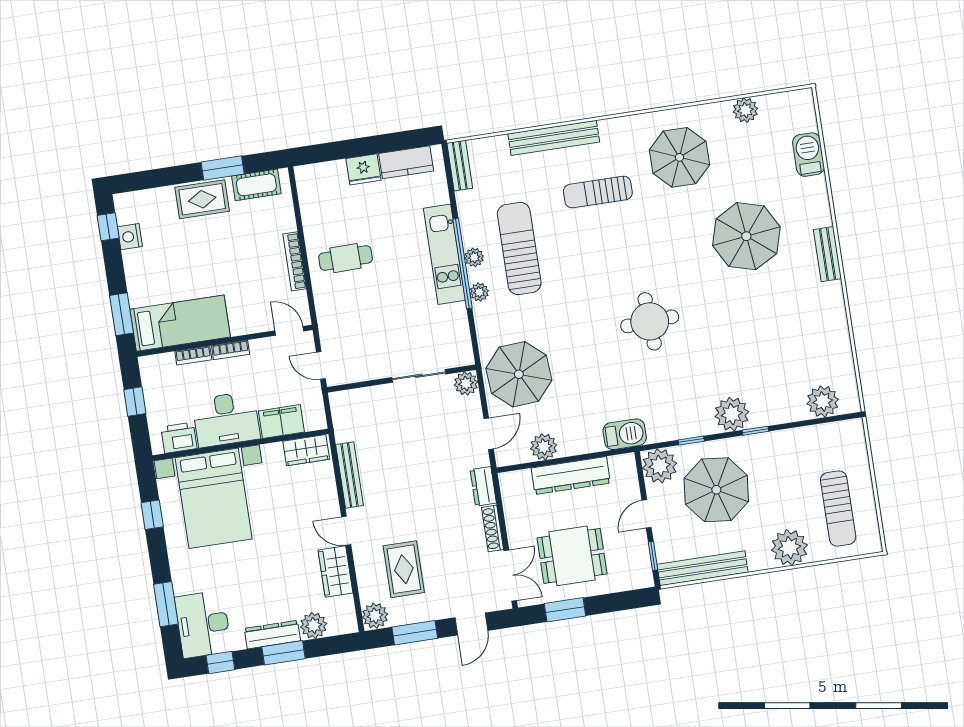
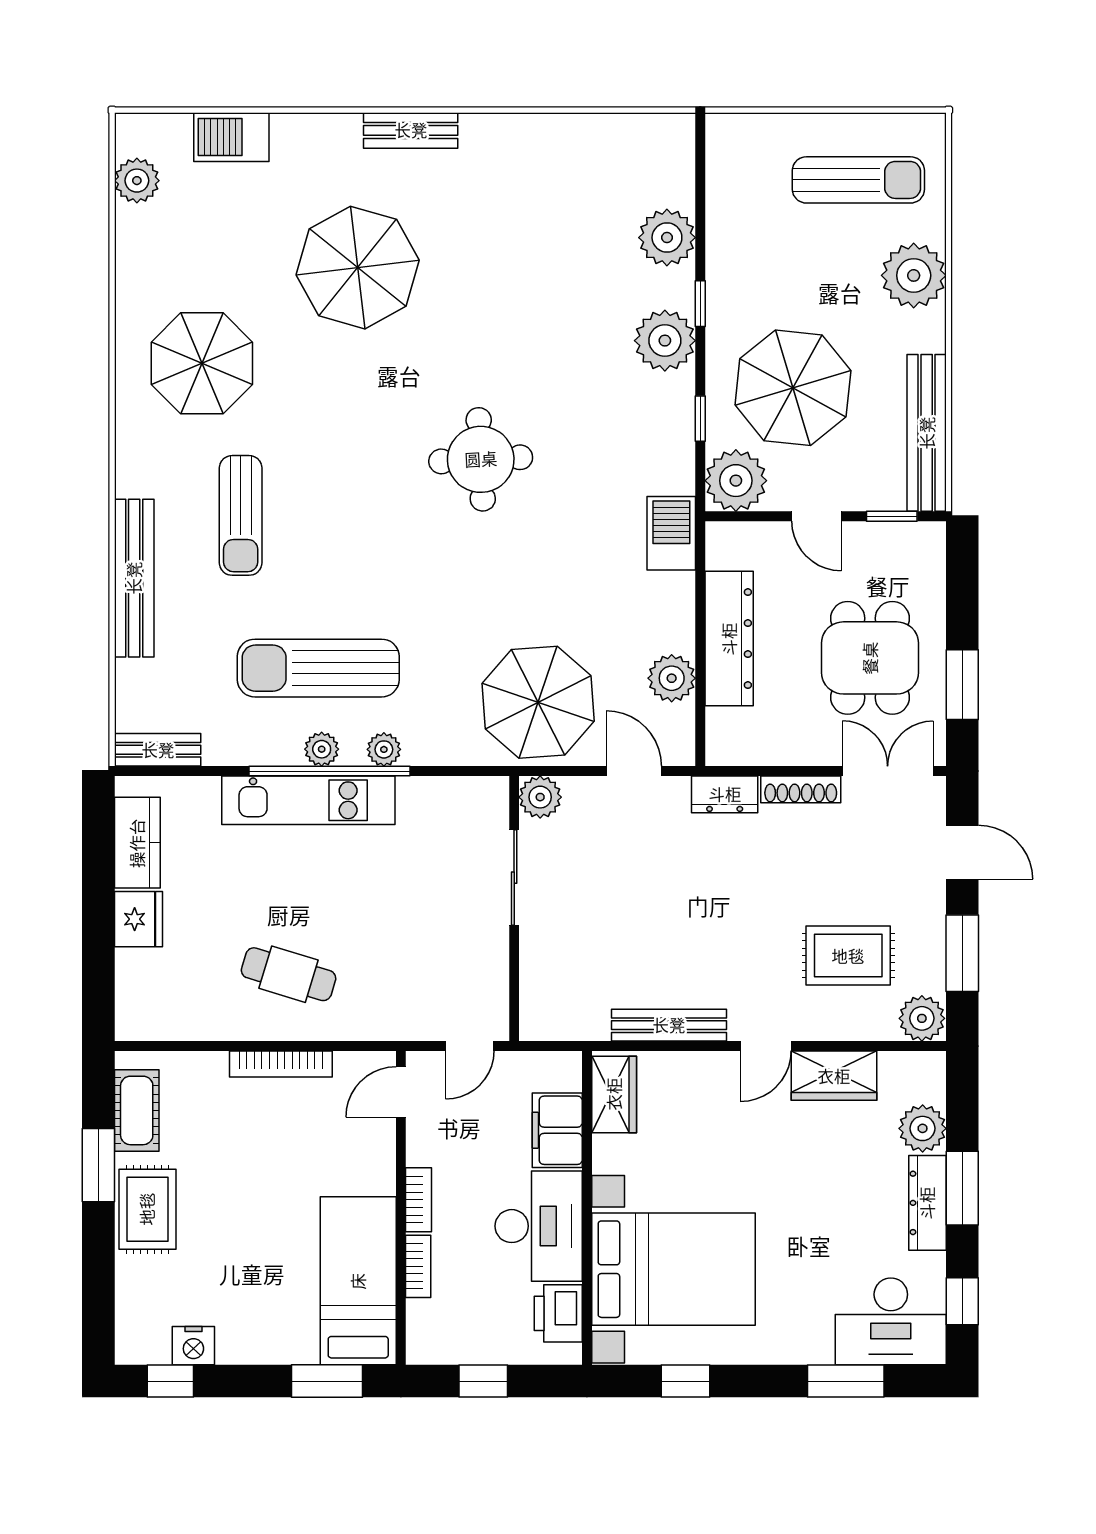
plant: (745, 110) -> (137, 181), moved
cafe table: (346, 258) -> (289, 974), turned -72
plant: (823, 401) -> (667, 238), moved

